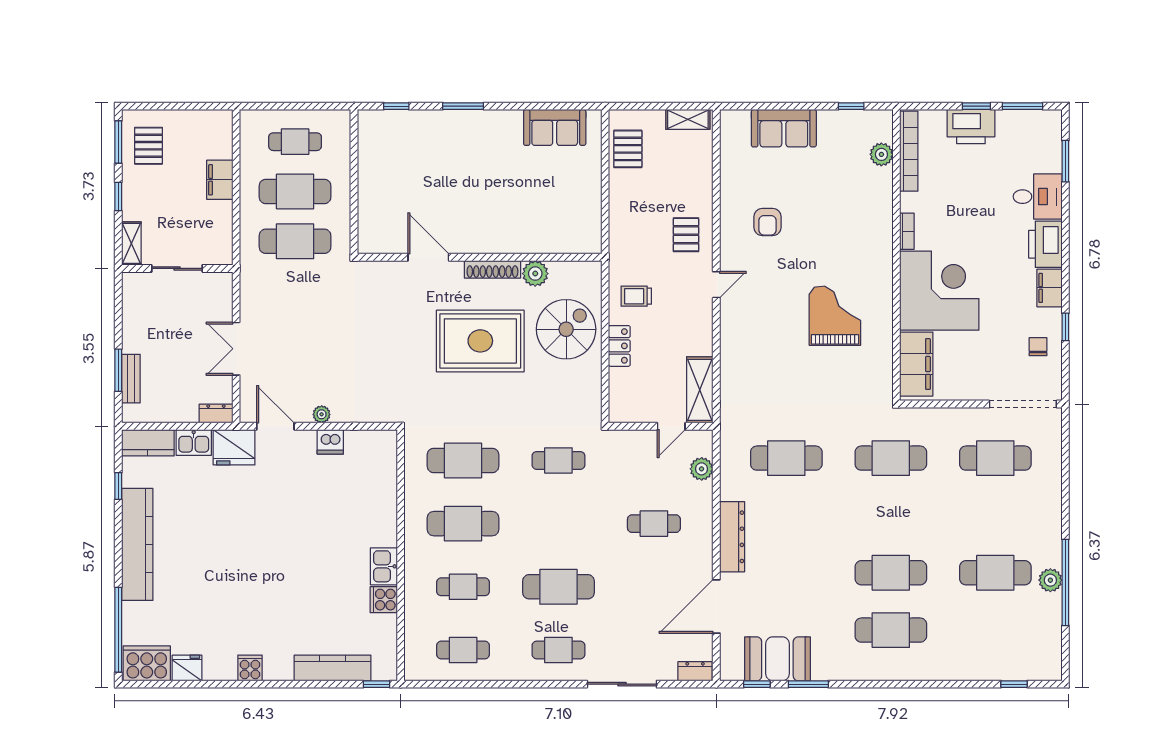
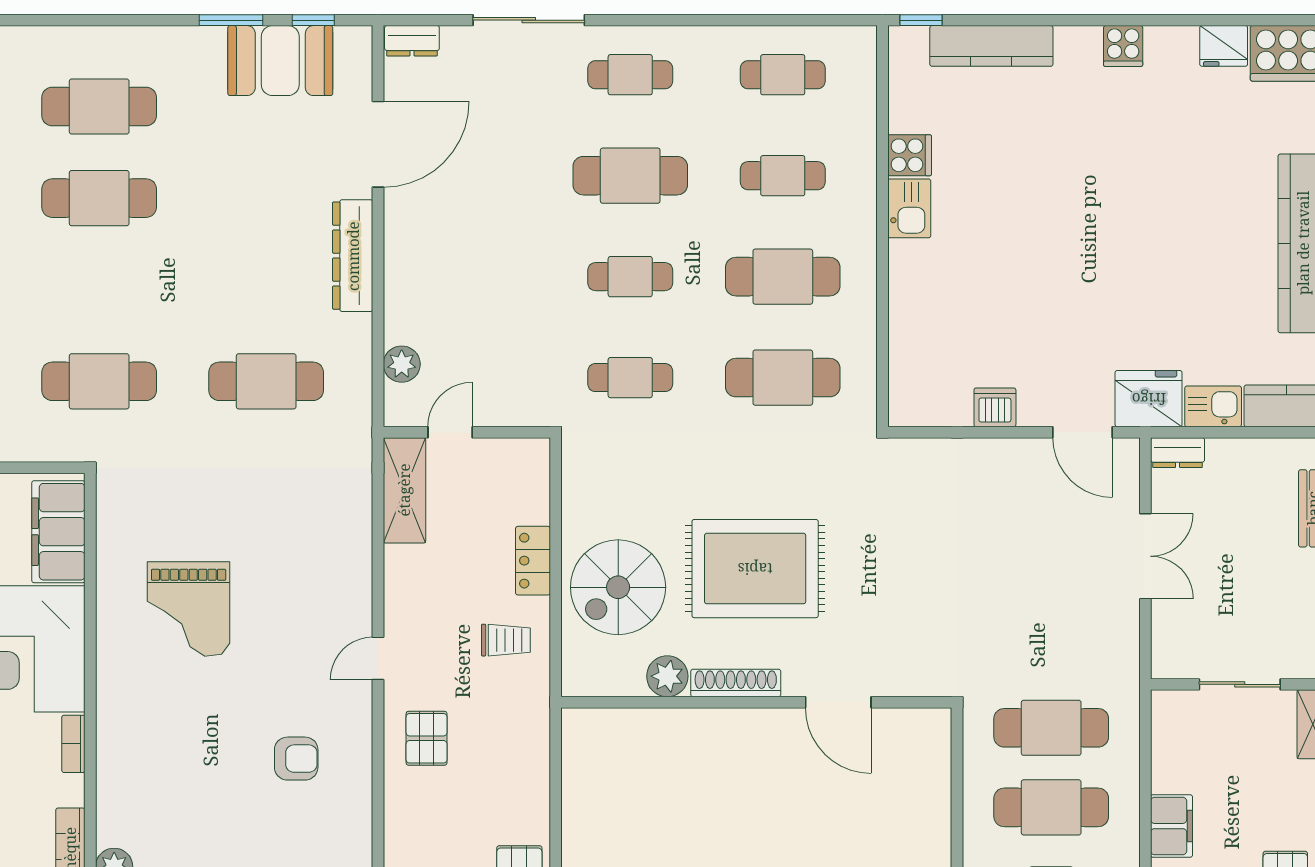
armchair: (768, 222) -> (296, 759), turned 90
plant: (322, 414) -> (1009, 451), removed
cafe table: (654, 524) -> (630, 277), moved

